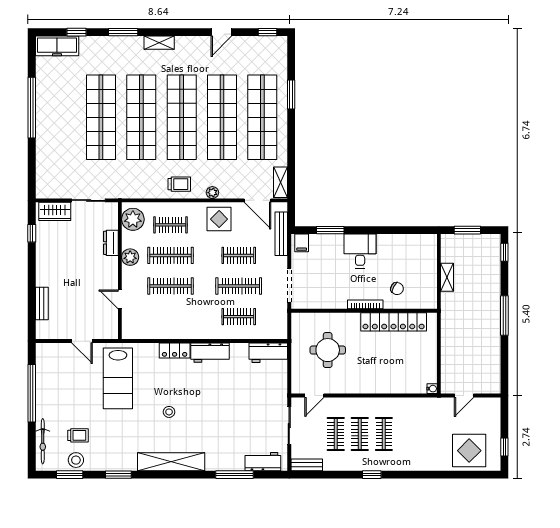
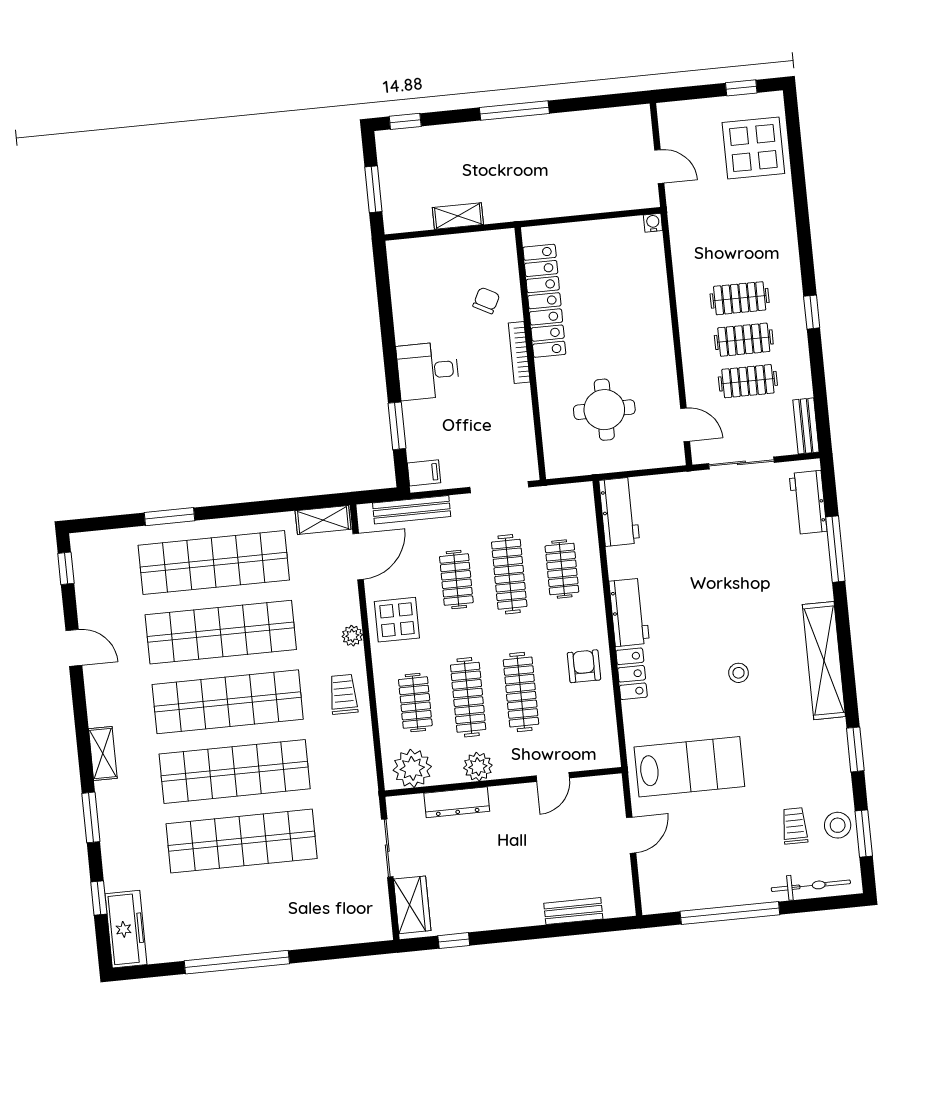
dresser: (111, 243) -> (457, 802), width x1.44
armchair: (182, 324) -> (584, 666), added

